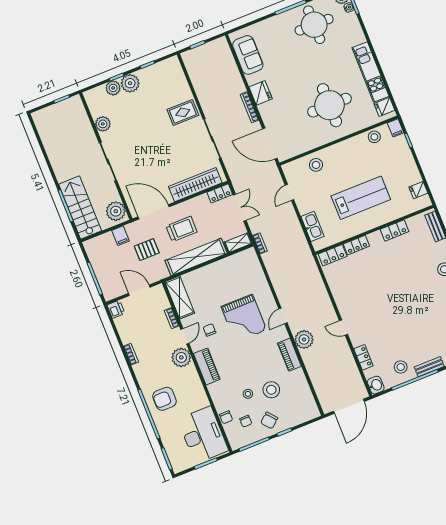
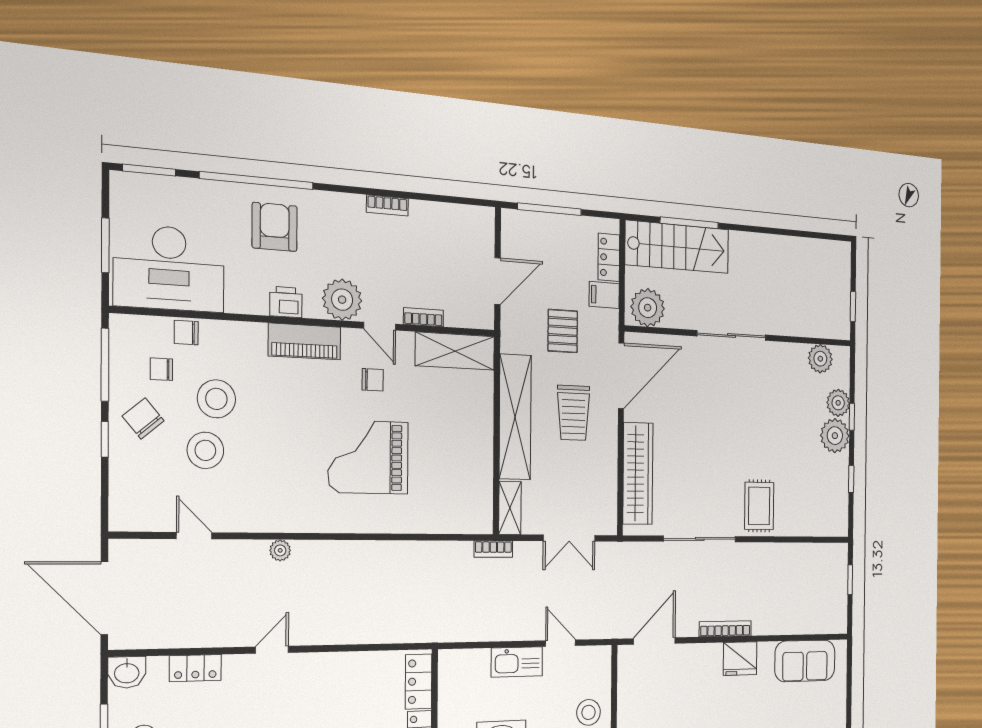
plant: (103, 124) -> (820, 359), moved
door: (270, 144) -> (654, 641), width x0.73
locker: (220, 193) -> (609, 257), moved
kitchen sink: (312, 226) -> (517, 662), moved
printer: (116, 309) -> (286, 302), moved, turned 180
door: (283, 316) -> (194, 536), moved
plant: (304, 339) -> (280, 550), width x0.53, depth x0.53
piano: (289, 355) -> (262, 518), removed
stool: (248, 394) -> (216, 399), width x1.89, depth x1.89

